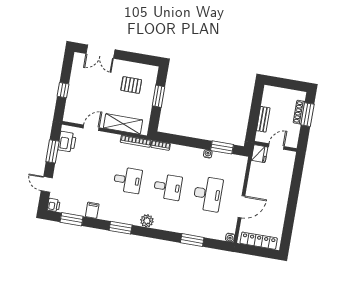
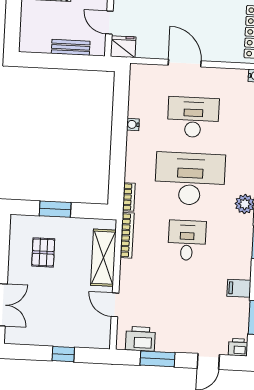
window: (222, 147) -> (121, 104), removed
desk: (168, 187) -> (190, 179), width x1.87, depth x1.30
door: (241, 207) -> (185, 63), moved

